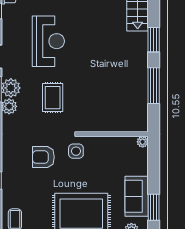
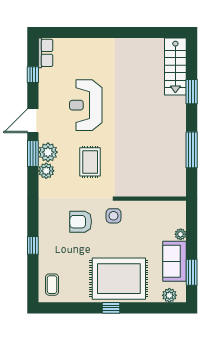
window: (154, 40) -> (192, 92), moved
reception desk: (48, 41) -> (86, 105), turned 180
plant: (143, 142) -> (181, 234), moved

